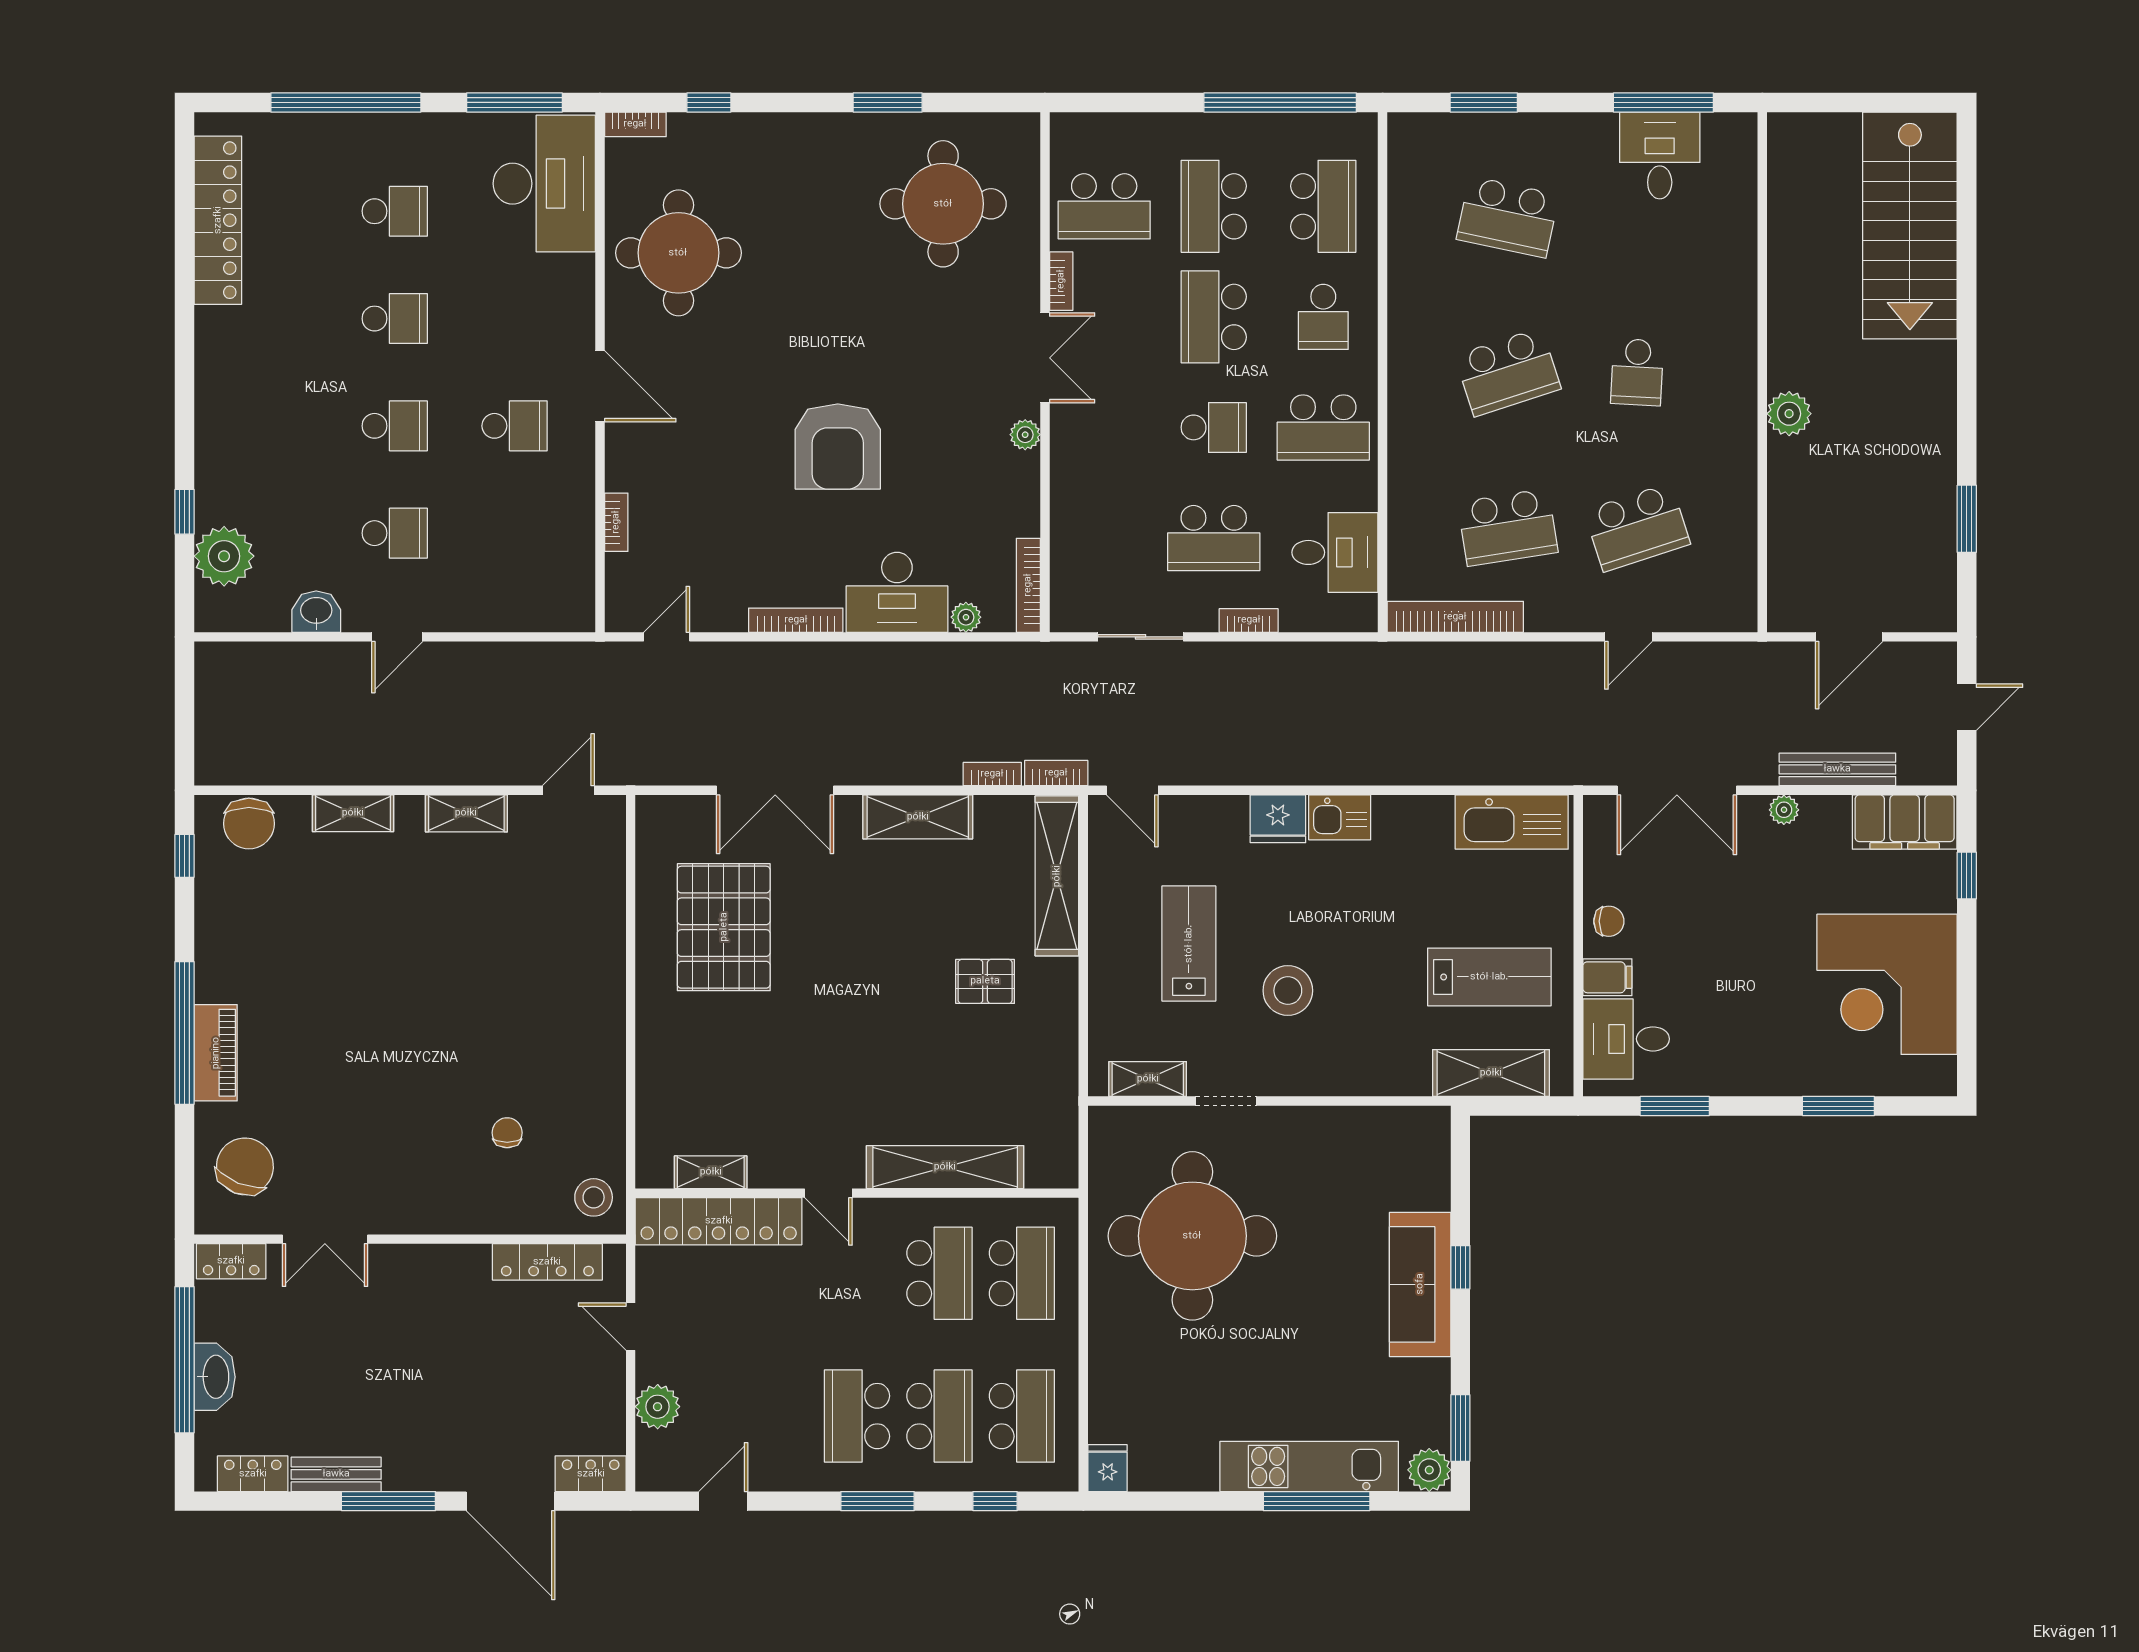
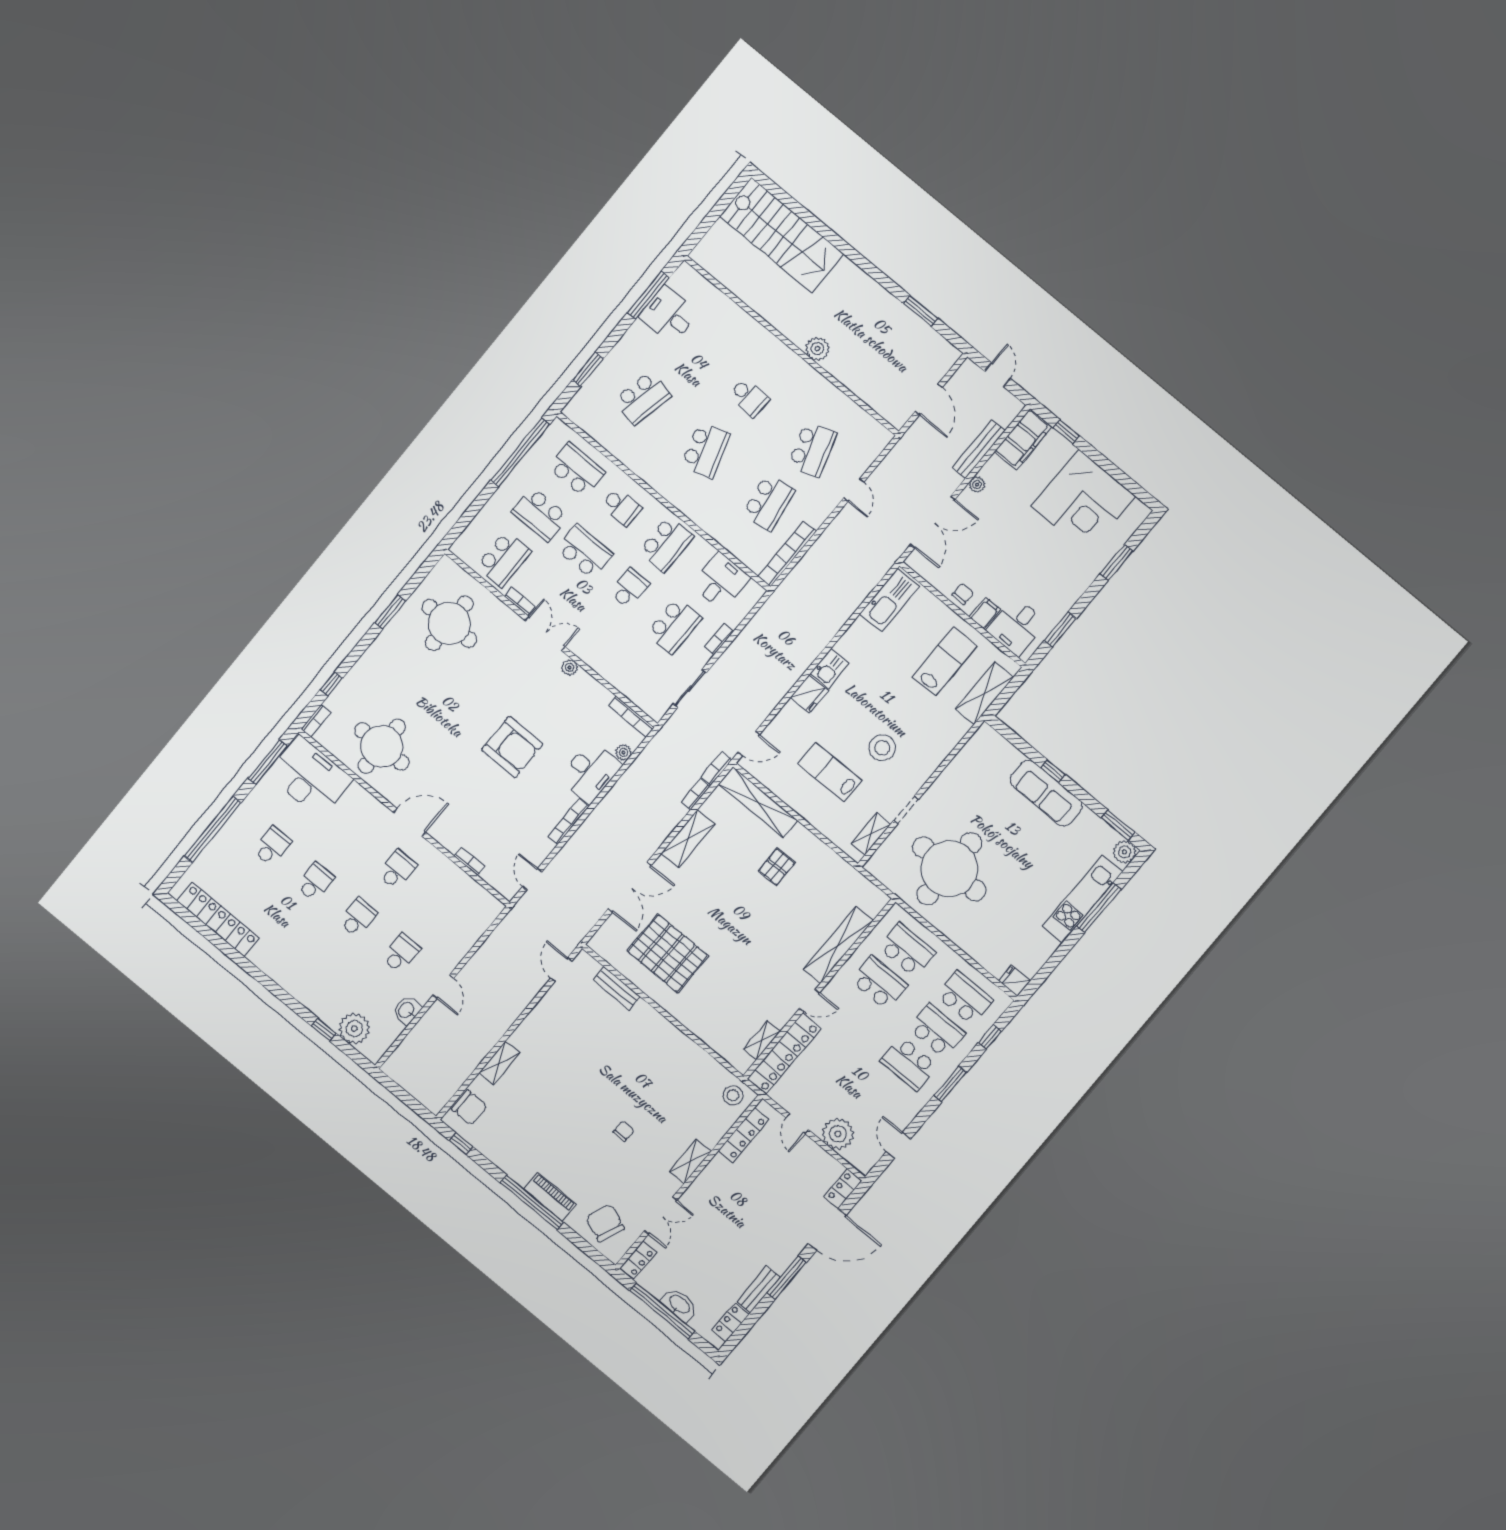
school desk: (1214, 317) -> (585, 551), turned 180
shelving: (466, 813) -> (690, 1162), moved
bench: (609, 895) -> (617, 988), added
chair: (507, 1133) -> (624, 1131), moved, turned 90
door: (631, 1327) -> (797, 1124), hinge flipped
plant: (658, 1407) -> (838, 1134), width x1.36, depth x1.36

